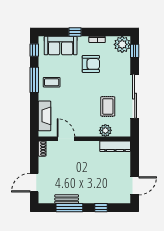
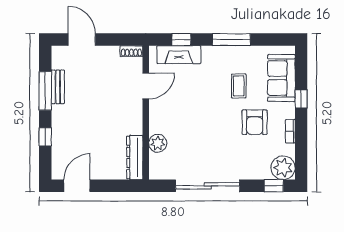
window: (34, 50) -> (181, 40), moved
coffee table: (52, 82) -> (239, 86), moved
rug: (108, 106) -> (193, 147), removed
door: (135, 186) -> (77, 186), swing flipped

